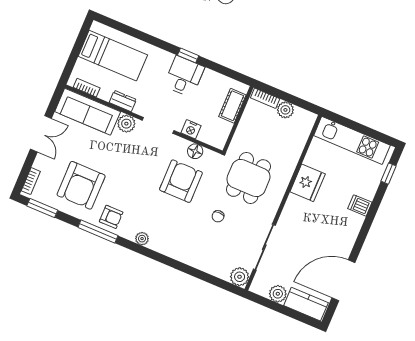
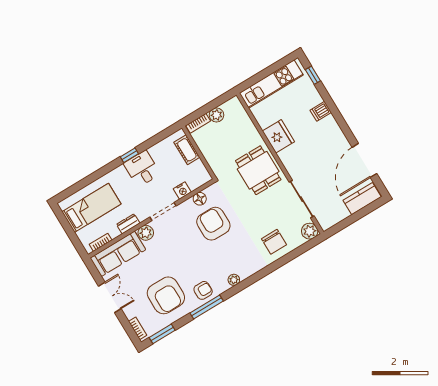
dining table: (248, 178) -> (258, 170), moved
chair: (218, 216) -> (274, 242), moved, width x1.87, depth x1.87
plant: (278, 294) -> (341, 213), removed

